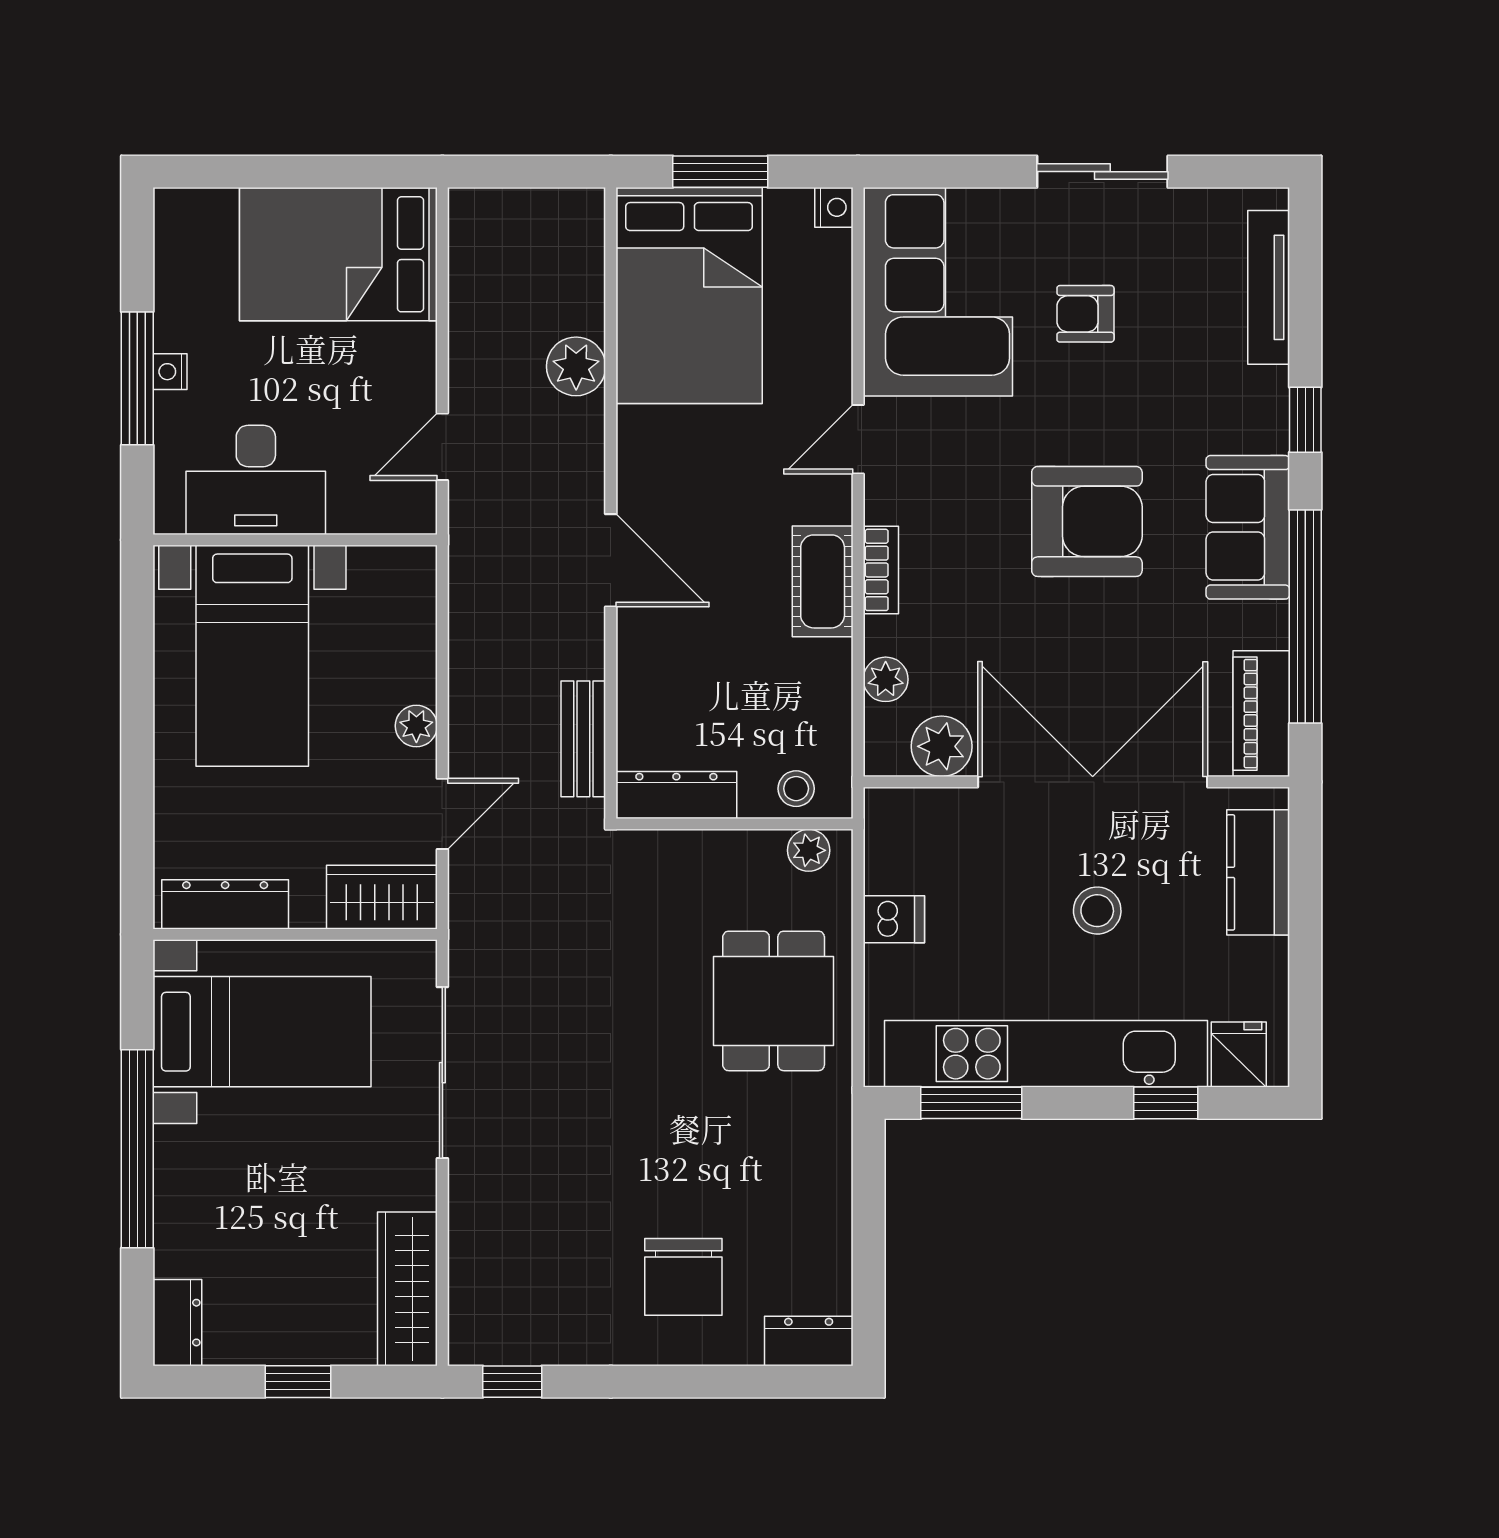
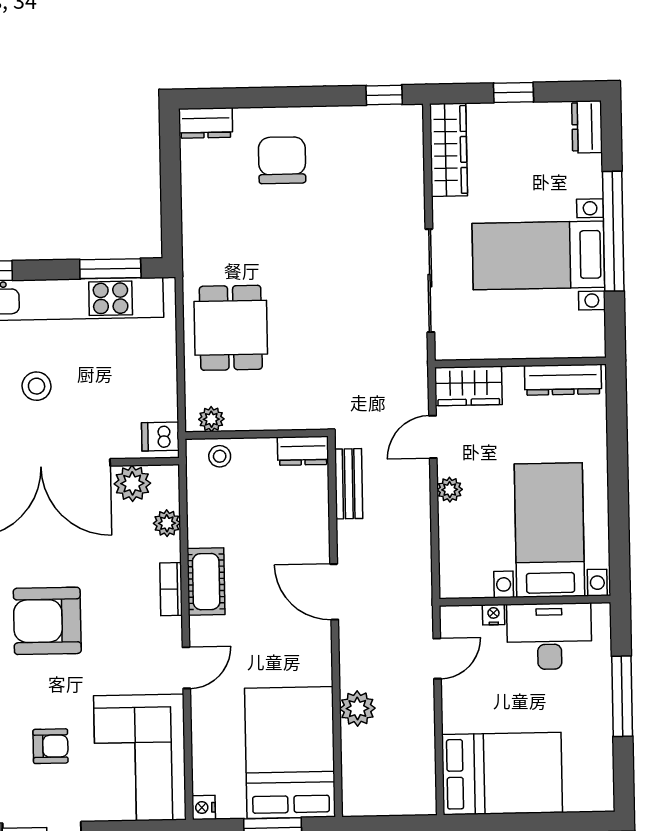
nightstand: (170, 372) -> (494, 615), moved, turned -90
dresser: (676, 795) -> (303, 451), width x0.70
dishwasher: (894, 919) -> (160, 437), moved
bed with nightstands: (262, 1032) -> (538, 255), moved

